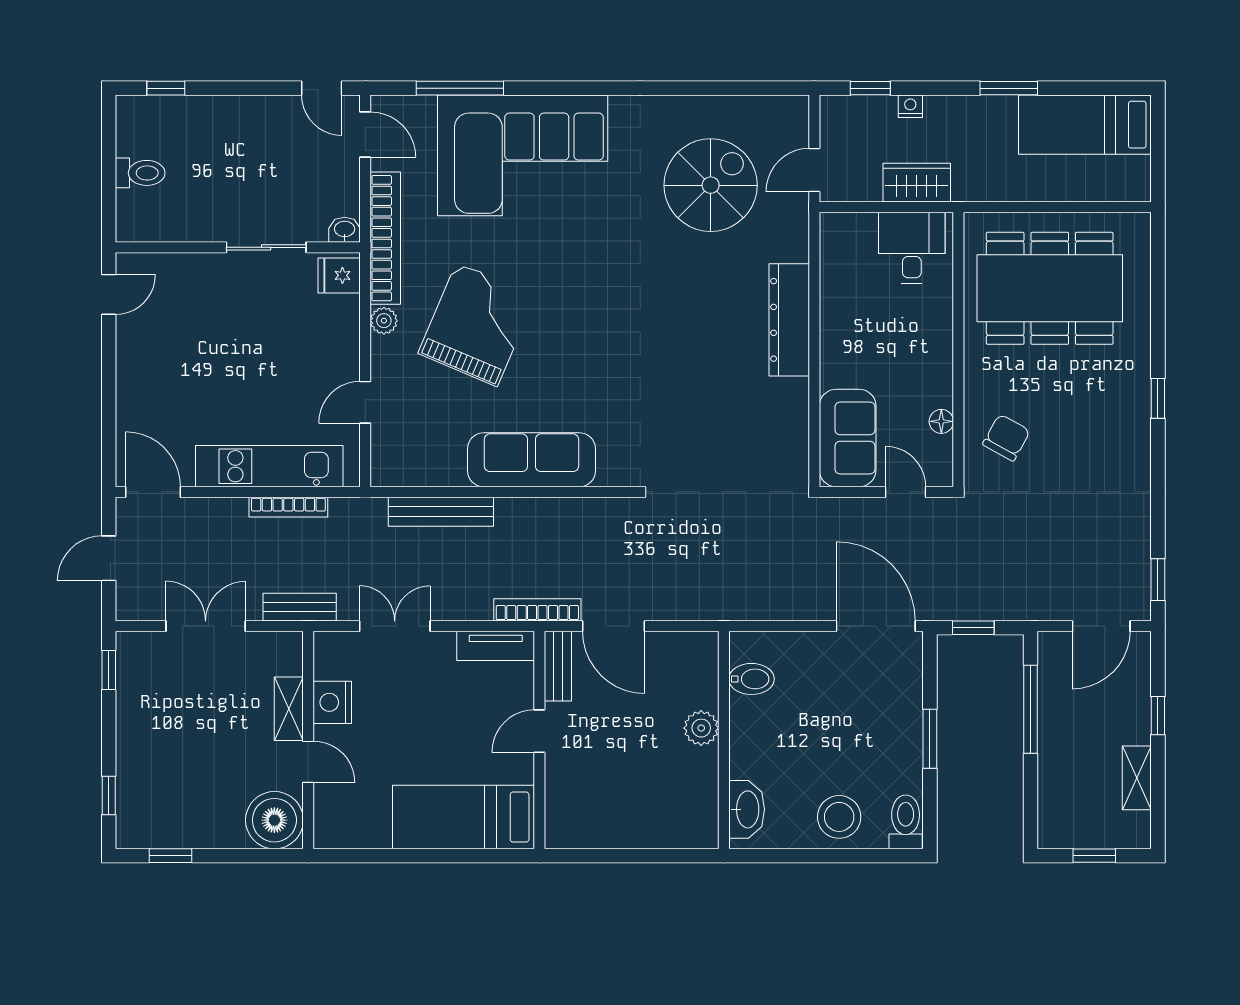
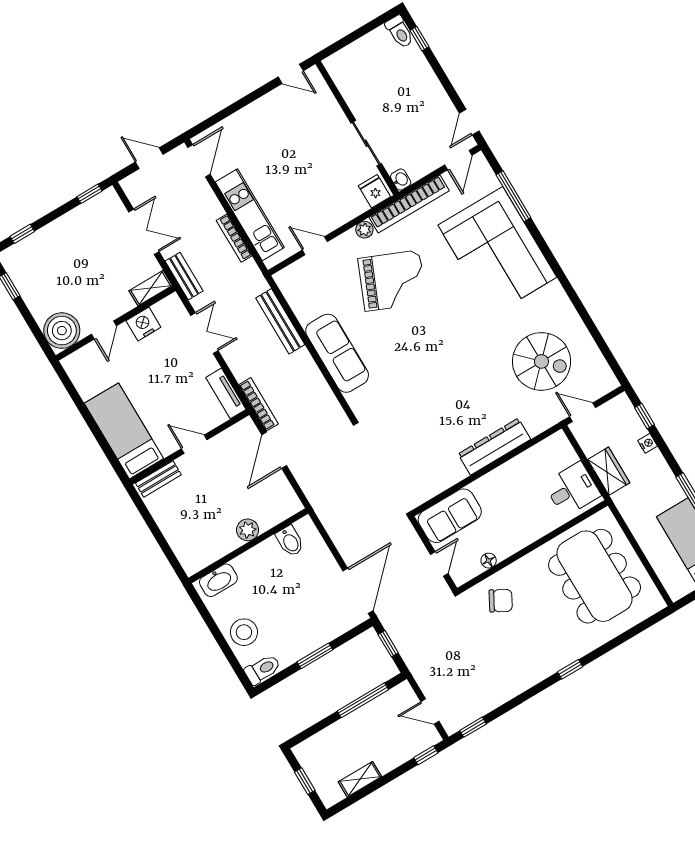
toilet: (140, 173) -> (400, 32), moved
door: (1101, 626) -> (430, 712), width x0.73
bench: (558, 666) -> (158, 479), moved
shelving: (289, 709) -> (151, 288), moved
window: (1158, 716) -> (426, 755), moved

